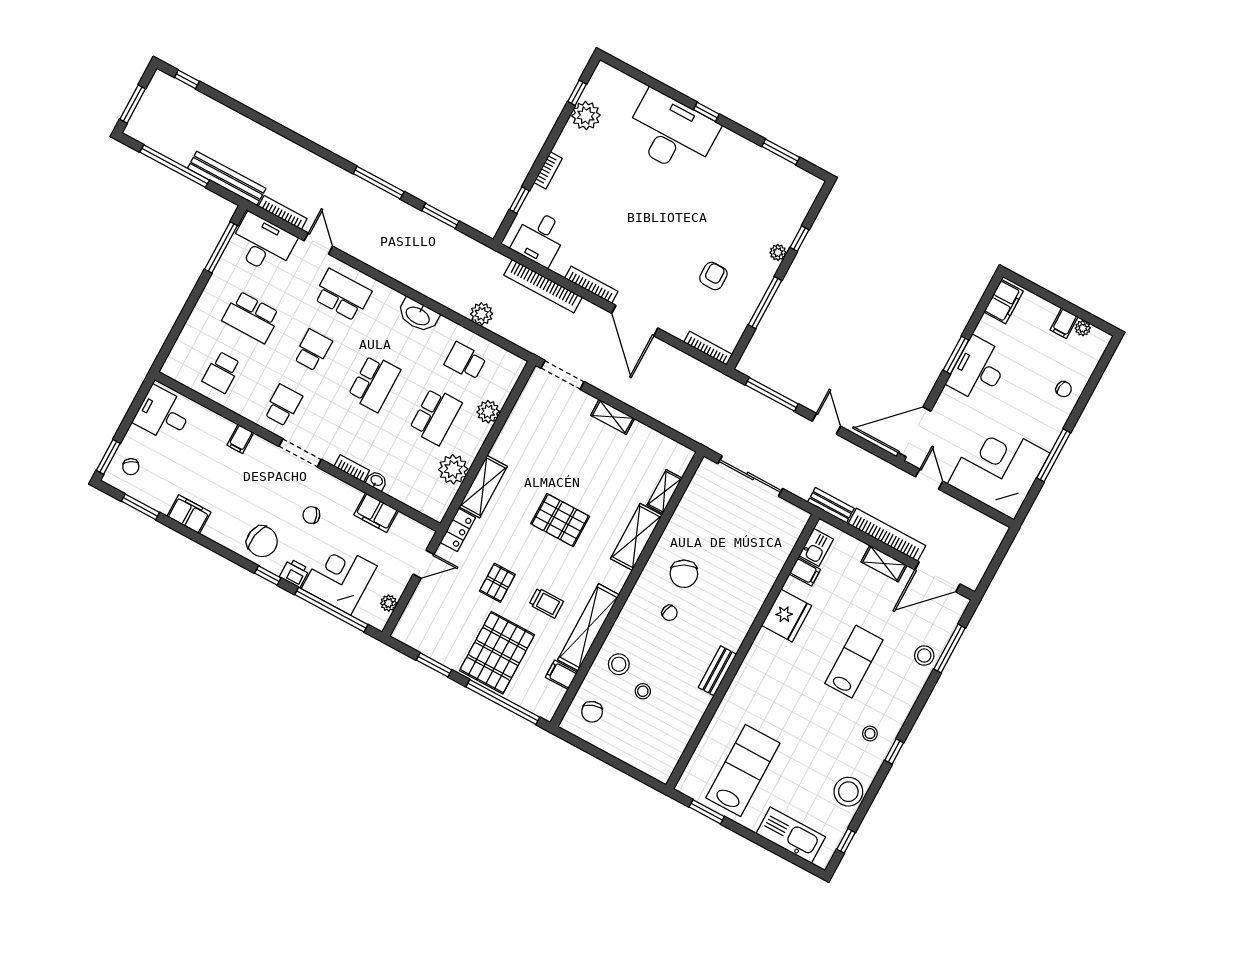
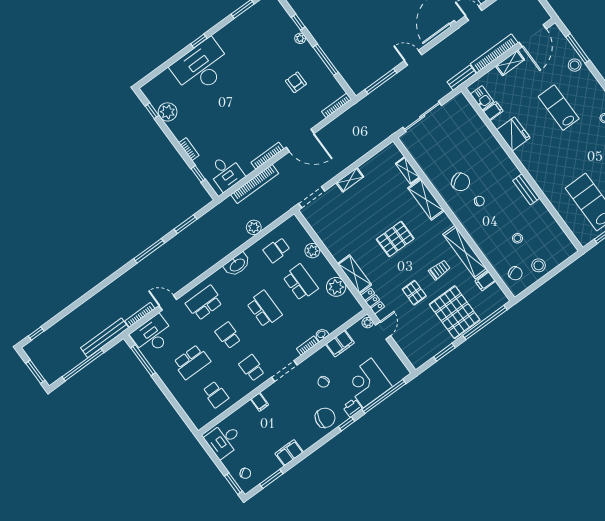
plant: (389, 603) -> (368, 323), moved
stool: (619, 664) -> (539, 265), moved

